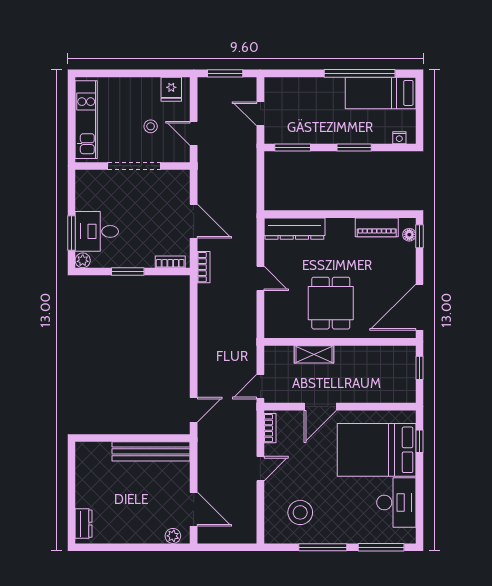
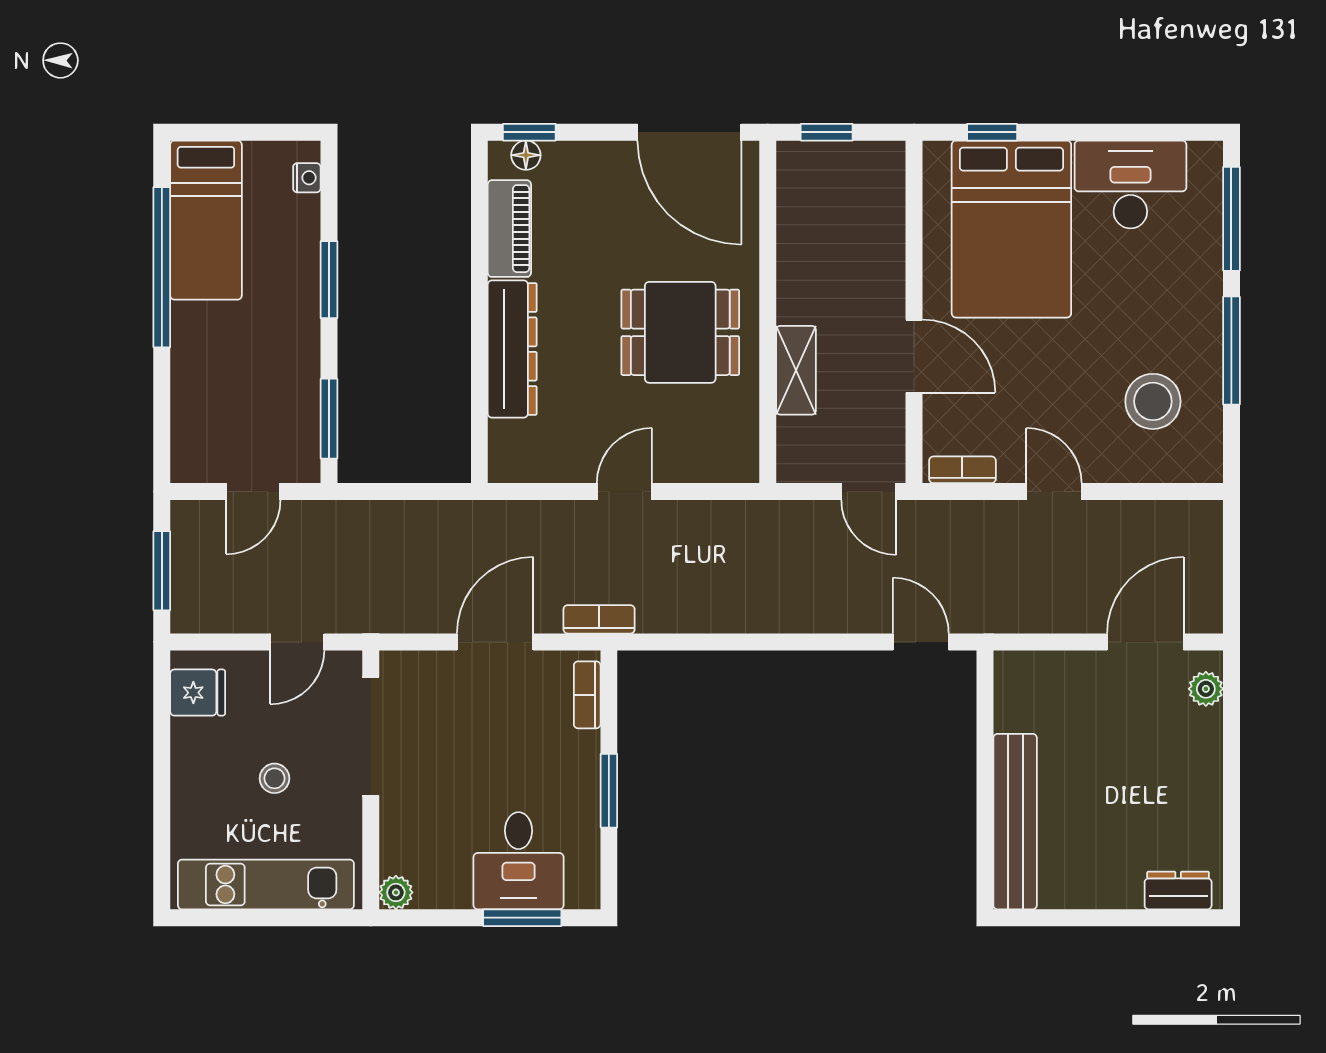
stool: (151, 126) -> (274, 778), moved
doorway: (134, 166) -> (371, 736), moved
dresser: (294, 229) -> (512, 349), moved
plant: (83, 260) -> (396, 892), moved
bench: (151, 451) -> (1015, 822), moved

